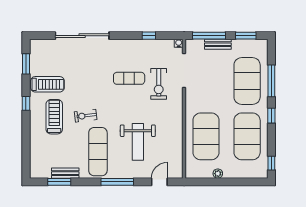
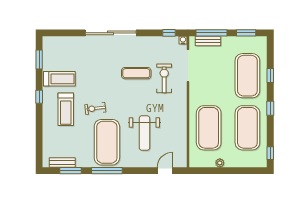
sliding door: (82, 36) -> (111, 33), moved
window: (149, 36) -> (169, 33), moved
bench: (218, 44) -> (208, 41), moved
window: (271, 81) -> (270, 75), width x0.46
exercise bike: (159, 84) -> (164, 78), turned 180
treadmill: (54, 117) -> (66, 109), turned 180
exercise mat: (98, 152) -> (107, 142), width x1.47
bench: (65, 173) -> (62, 162), moved
window: (117, 182) -> (107, 171), moved

